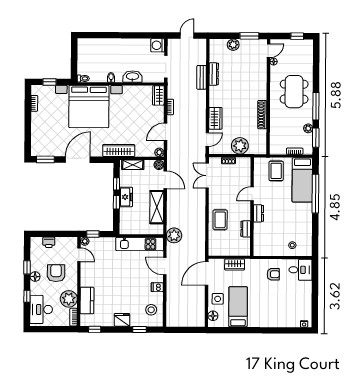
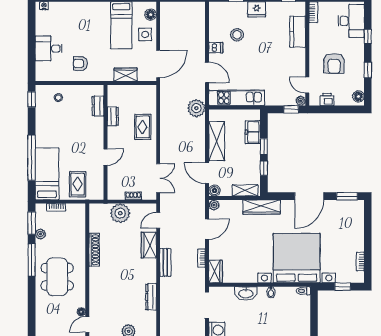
bench: (202, 77) -> (165, 262), moved
freezer: (126, 197) -> (253, 132), moved
dresser: (258, 213) -> (98, 106), moved
printer: (49, 242) -> (327, 99), moved
window: (315, 244) -> (32, 99), added
desk: (300, 270) -> (49, 49), moved
floor lamp: (35, 277) -> (358, 96), moved
plant: (69, 299) -> (319, 33), removed
stool: (151, 310) -> (237, 35), moved

